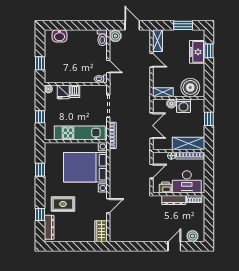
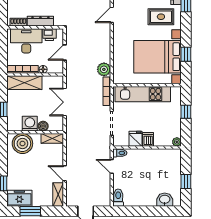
plant: (115, 36) -> (104, 69), moved
freezer: (197, 52) -> (19, 198), moved, turned -90
window: (40, 63) -> (186, 181), moved
fridge: (63, 92) -> (135, 139), moved
bed with nightstands: (85, 167) -> (158, 57), moved, turned 180

